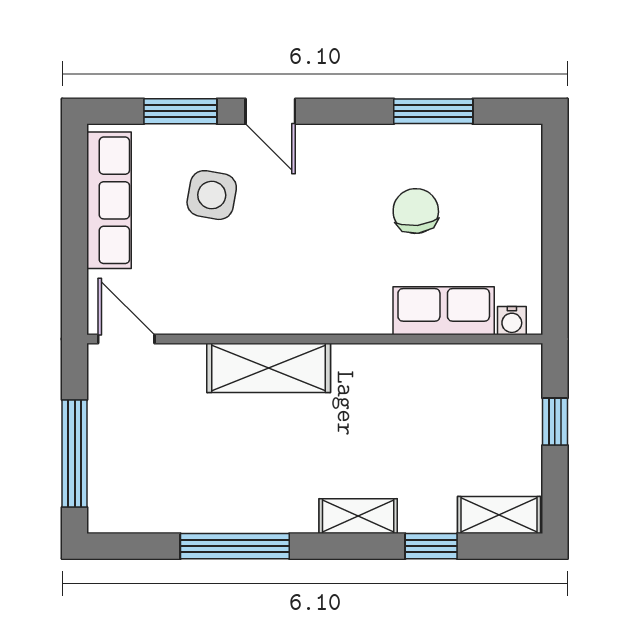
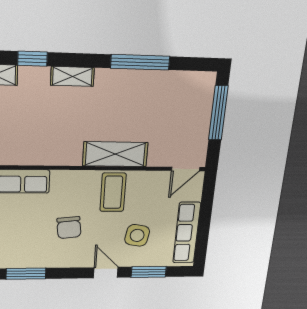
chair: (416, 211) -> (69, 228), moved
coffee table: (268, 289) -> (113, 192), added
door: (126, 339) -> (186, 169), hinge flipped

